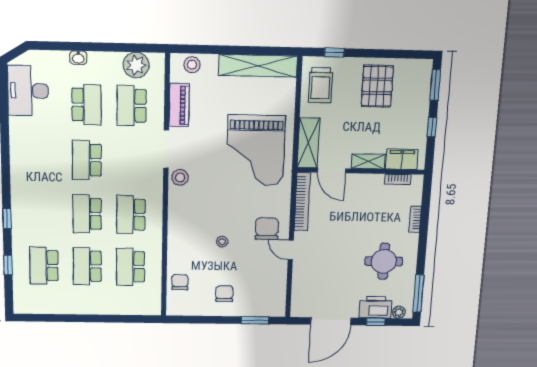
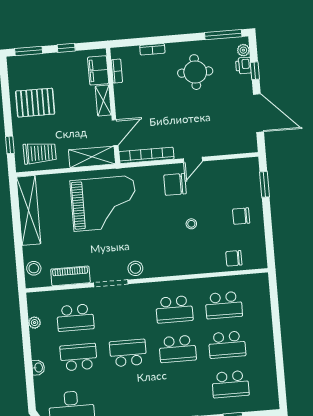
plant: (136, 65) -> (35, 323), width x0.53, depth x0.53
school desk: (87, 160) -> (128, 353), turned 180
printer: (376, 307) -> (243, 66), width x0.53, depth x0.68

